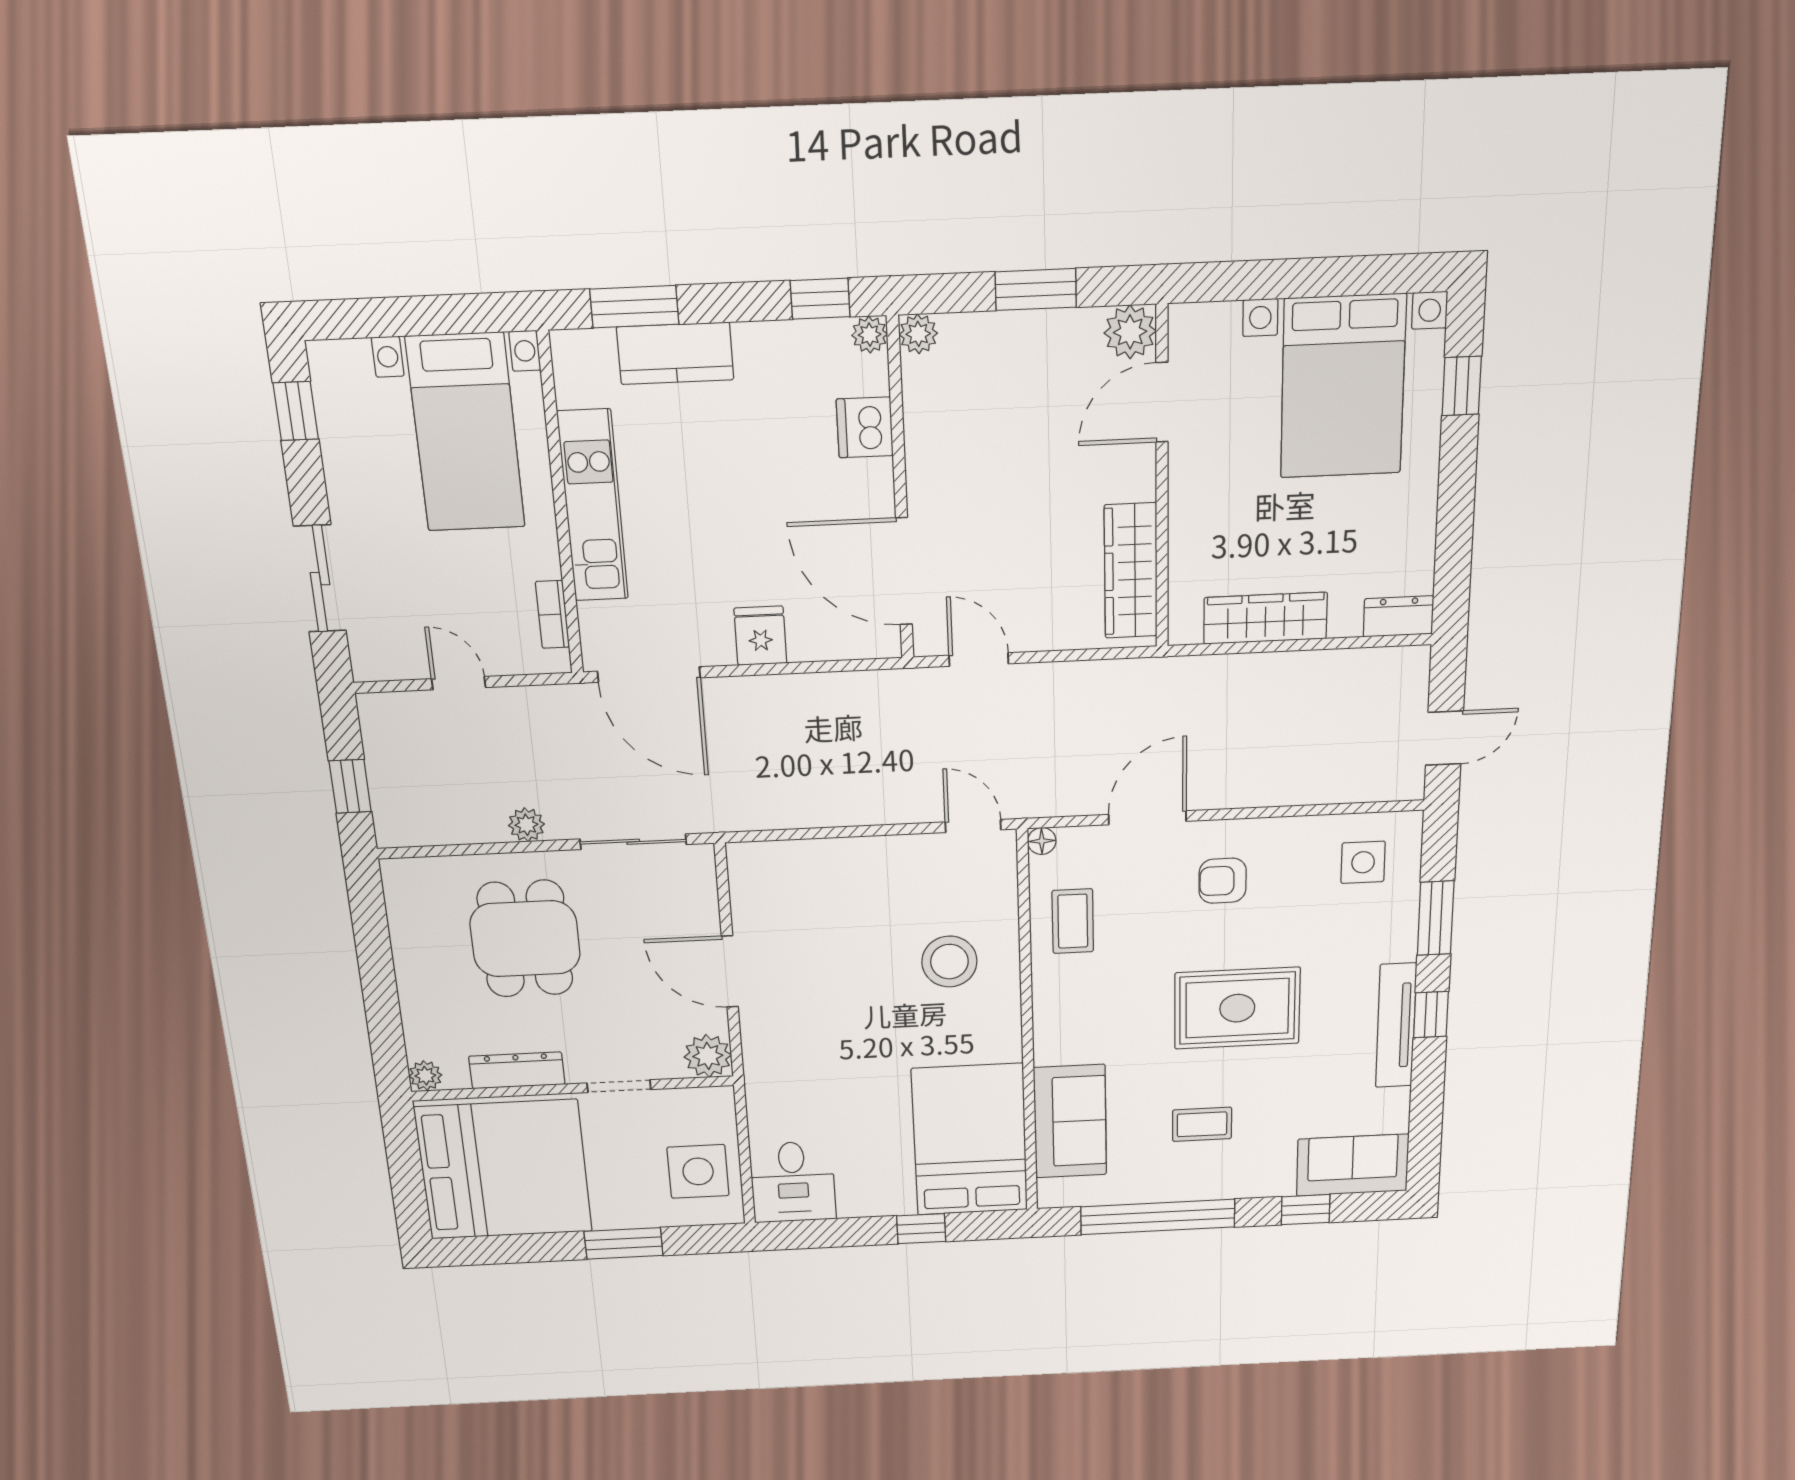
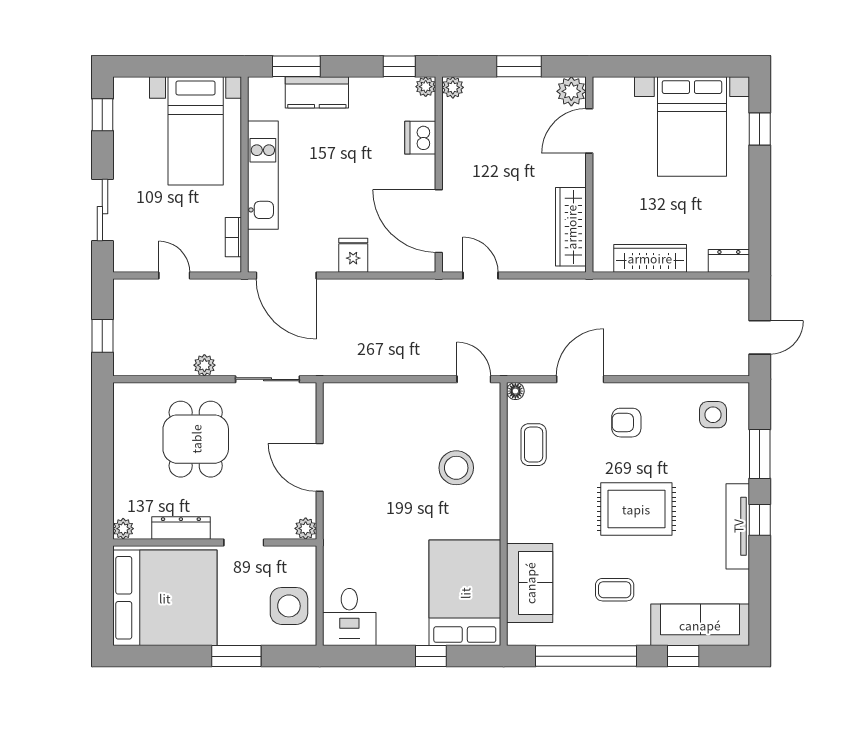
plant: (708, 1056) -> (306, 528), width x0.73, depth x0.73
sofa: (1353, 1165) -> (700, 625), width x1.36

